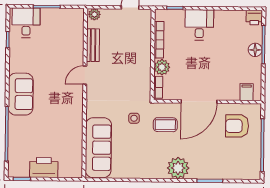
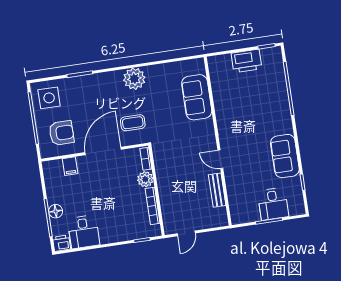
plant: (94, 14) -> (221, 221), removed
desk: (26, 23) -> (273, 204), moved
desk: (199, 25) -> (84, 232), moved
door: (85, 75) -> (220, 159), swing flipped
filing cabinet: (247, 92) -> (70, 166), moved
sofa: (21, 94) -> (285, 156), moved
side table: (134, 118) -> (49, 98), moved, width x1.87, depth x1.87
sofa: (98, 148) -> (197, 97), width x0.73
plant: (178, 168) -> (134, 79), moved

